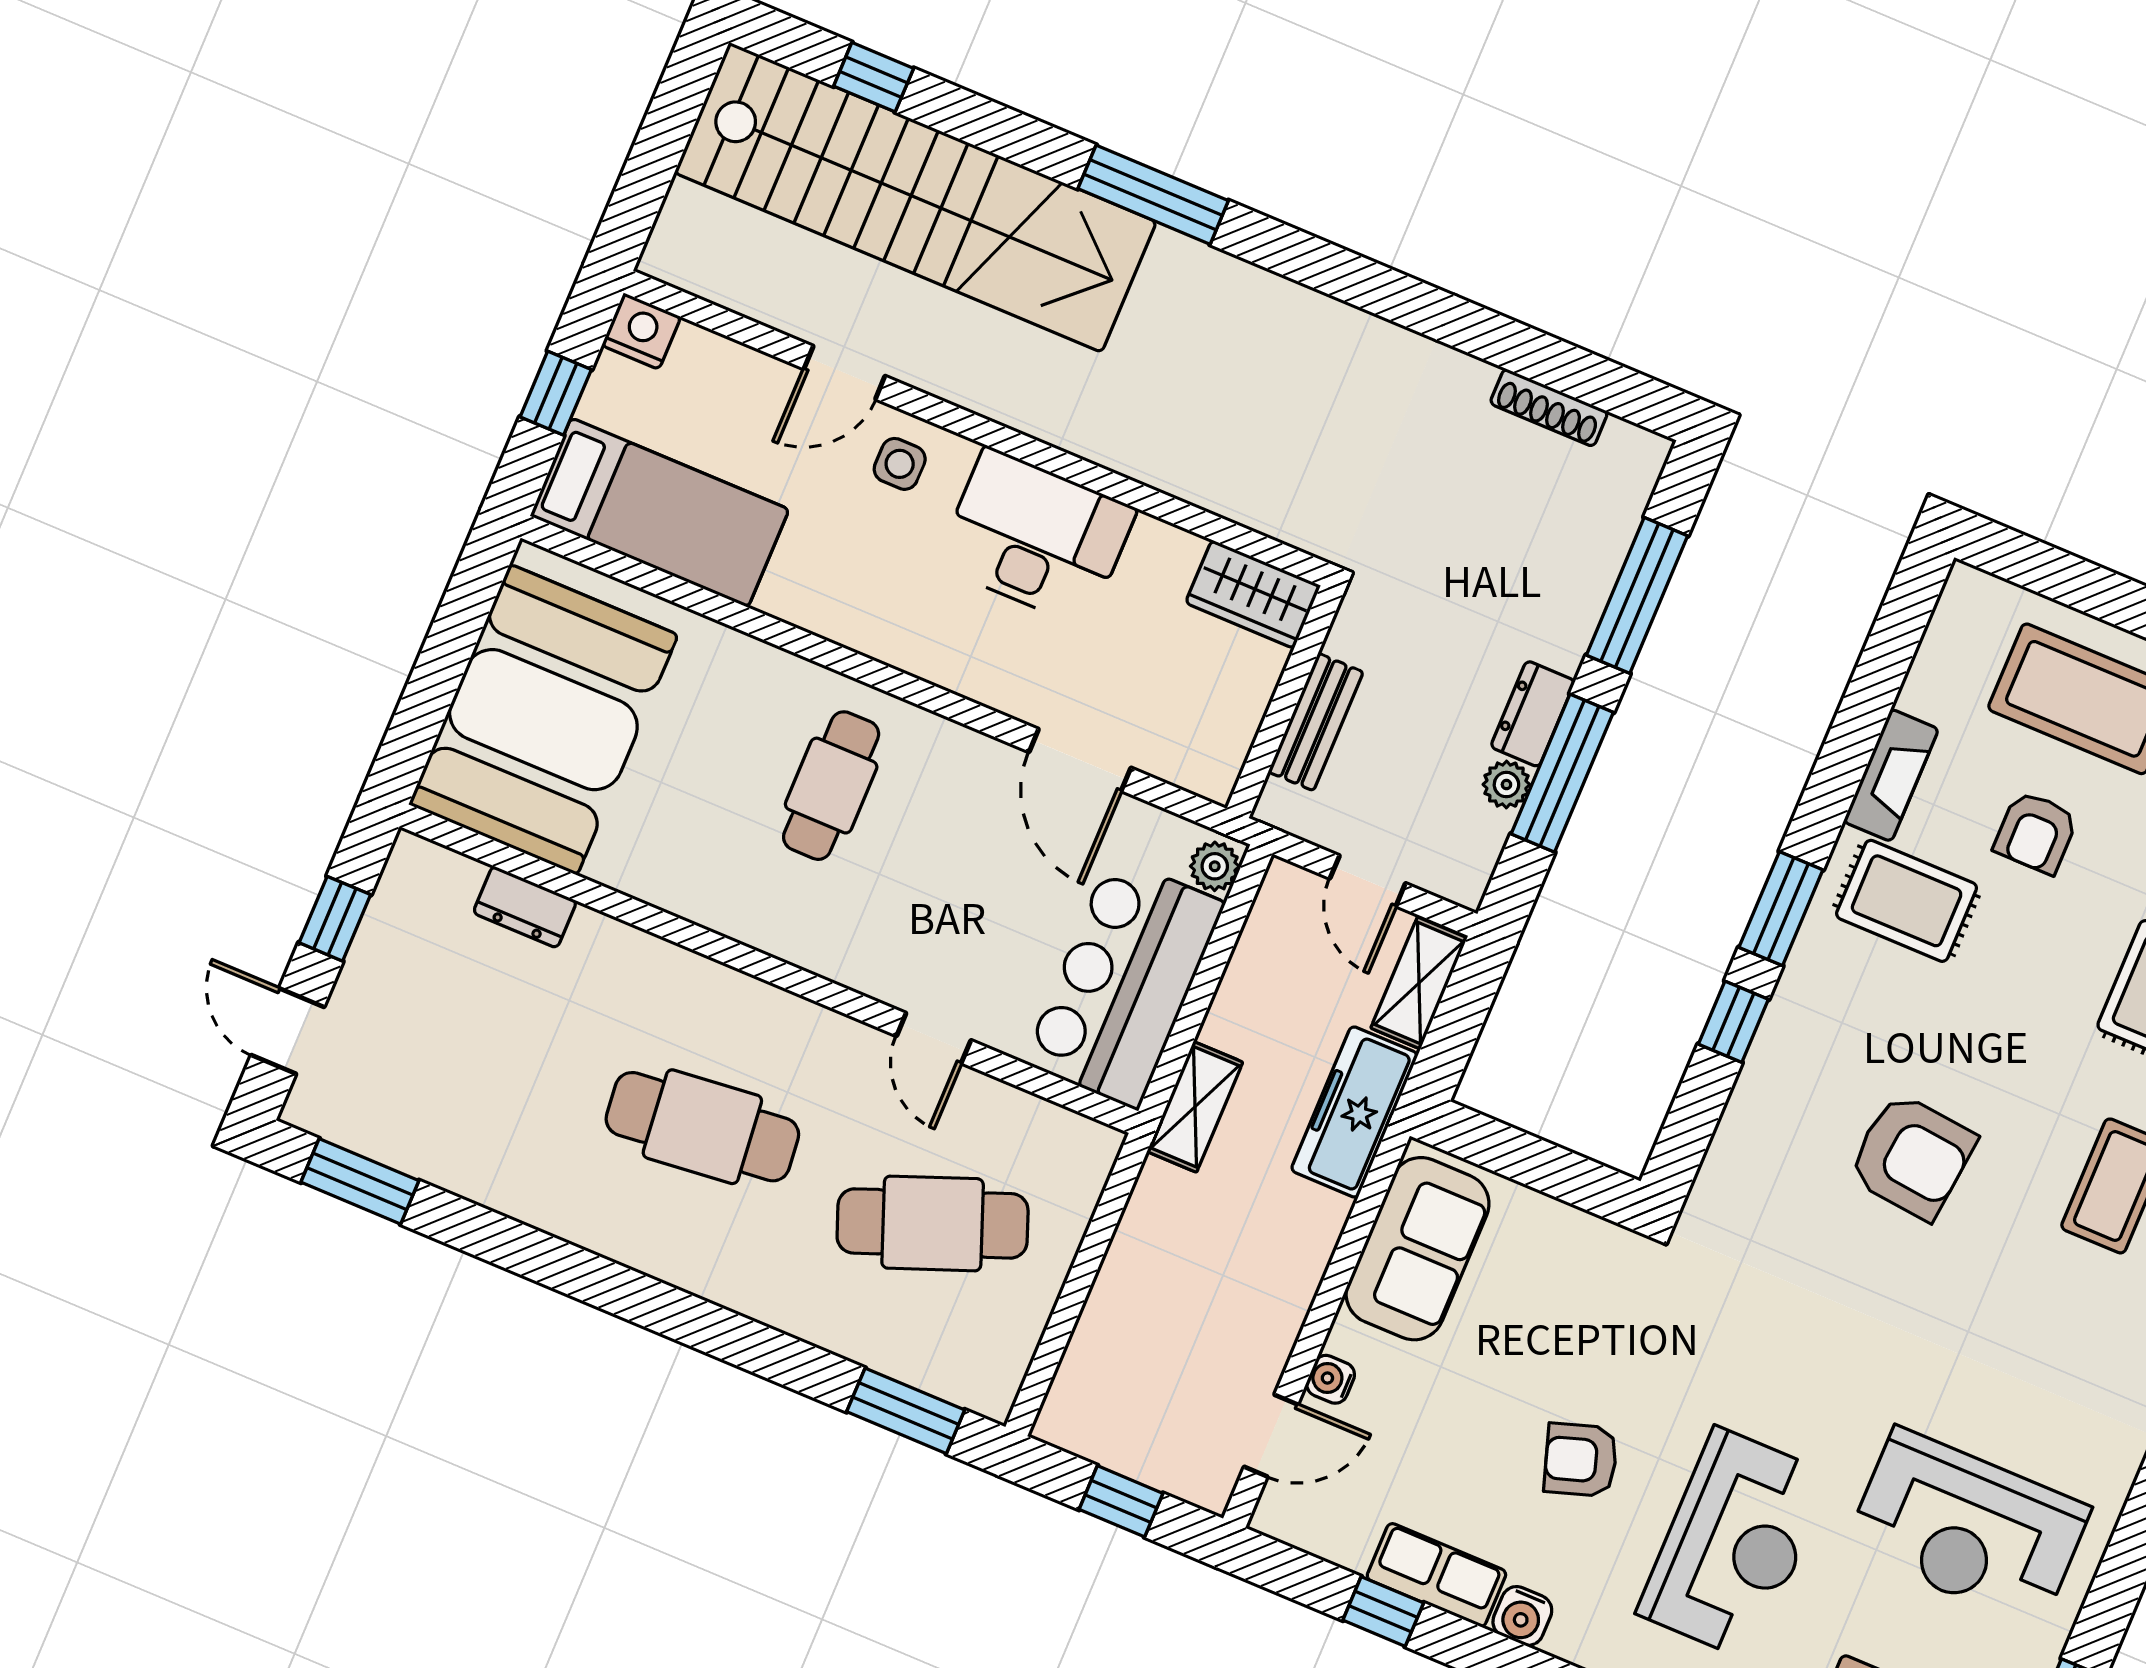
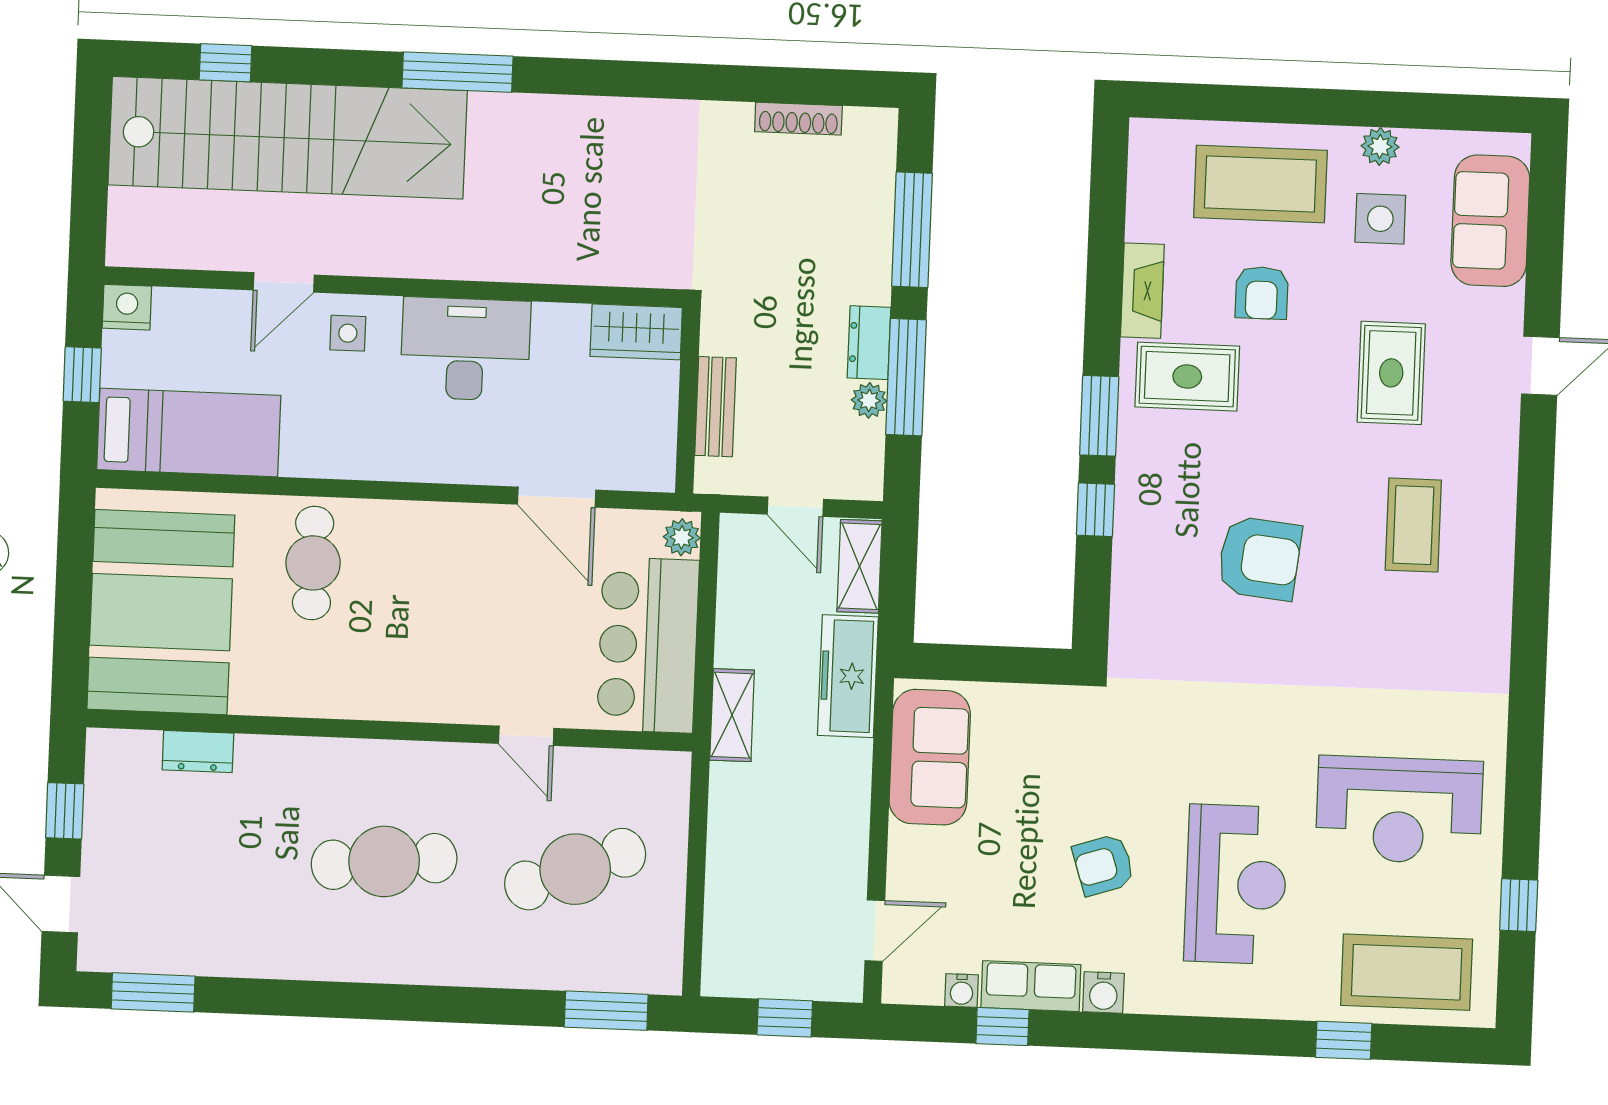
cafe table: (831, 786) -> (313, 563), moved
water cooler: (1331, 1379) -> (962, 991), moved, turned -90

